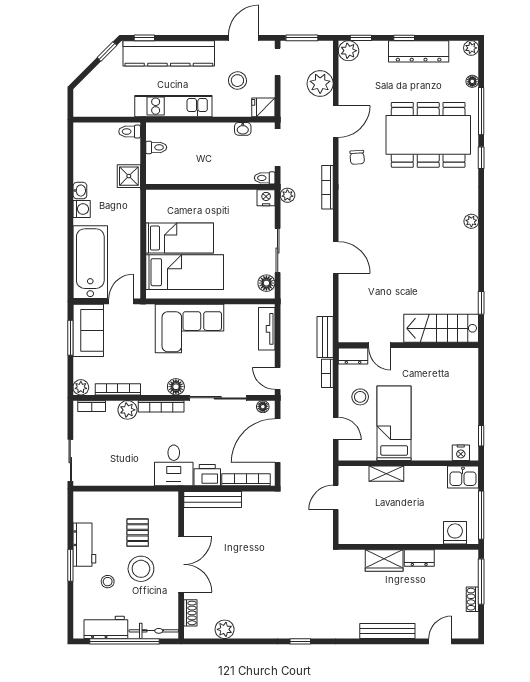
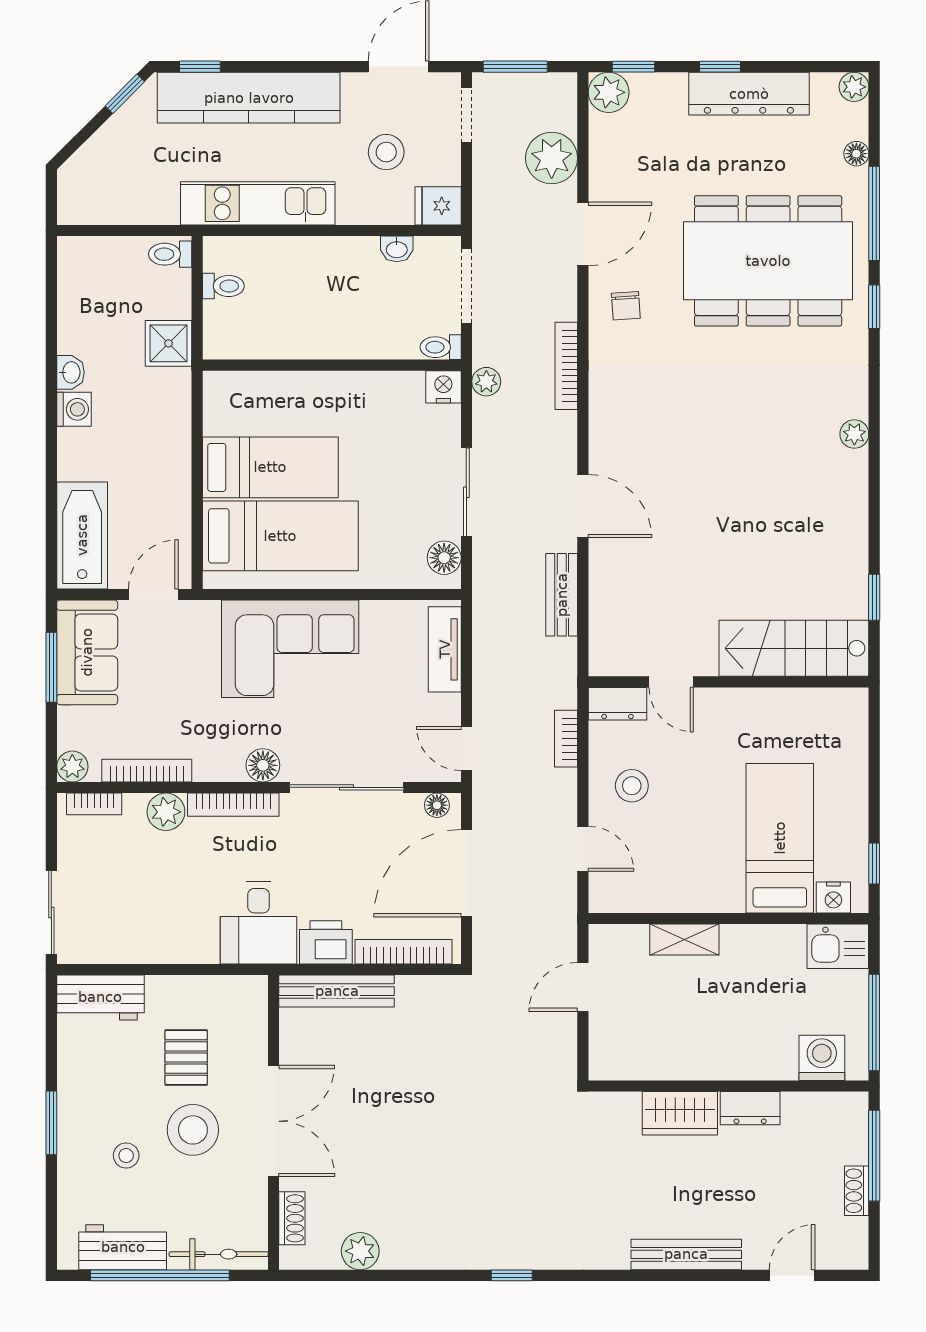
bathtub: (90, 262) -> (82, 535), width x0.73, depth x0.73
bench: (325, 337) -> (562, 595), moved
bed: (394, 423) -> (780, 838), moved
workbench: (84, 545) -> (100, 997), moved, turned 90

